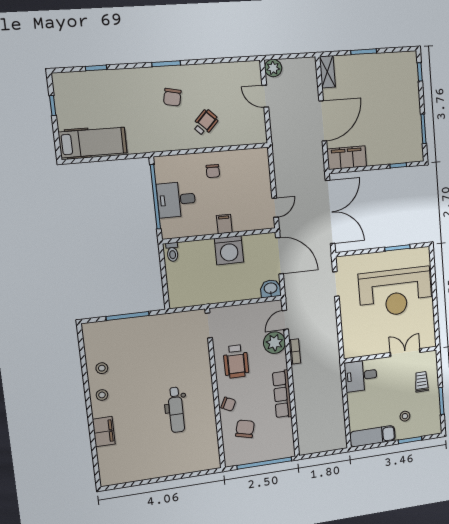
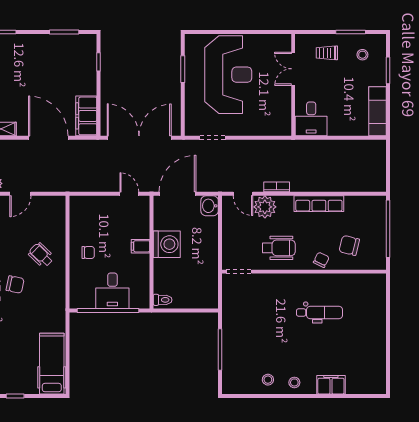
stool: (405, 416) -> (362, 55), moved

